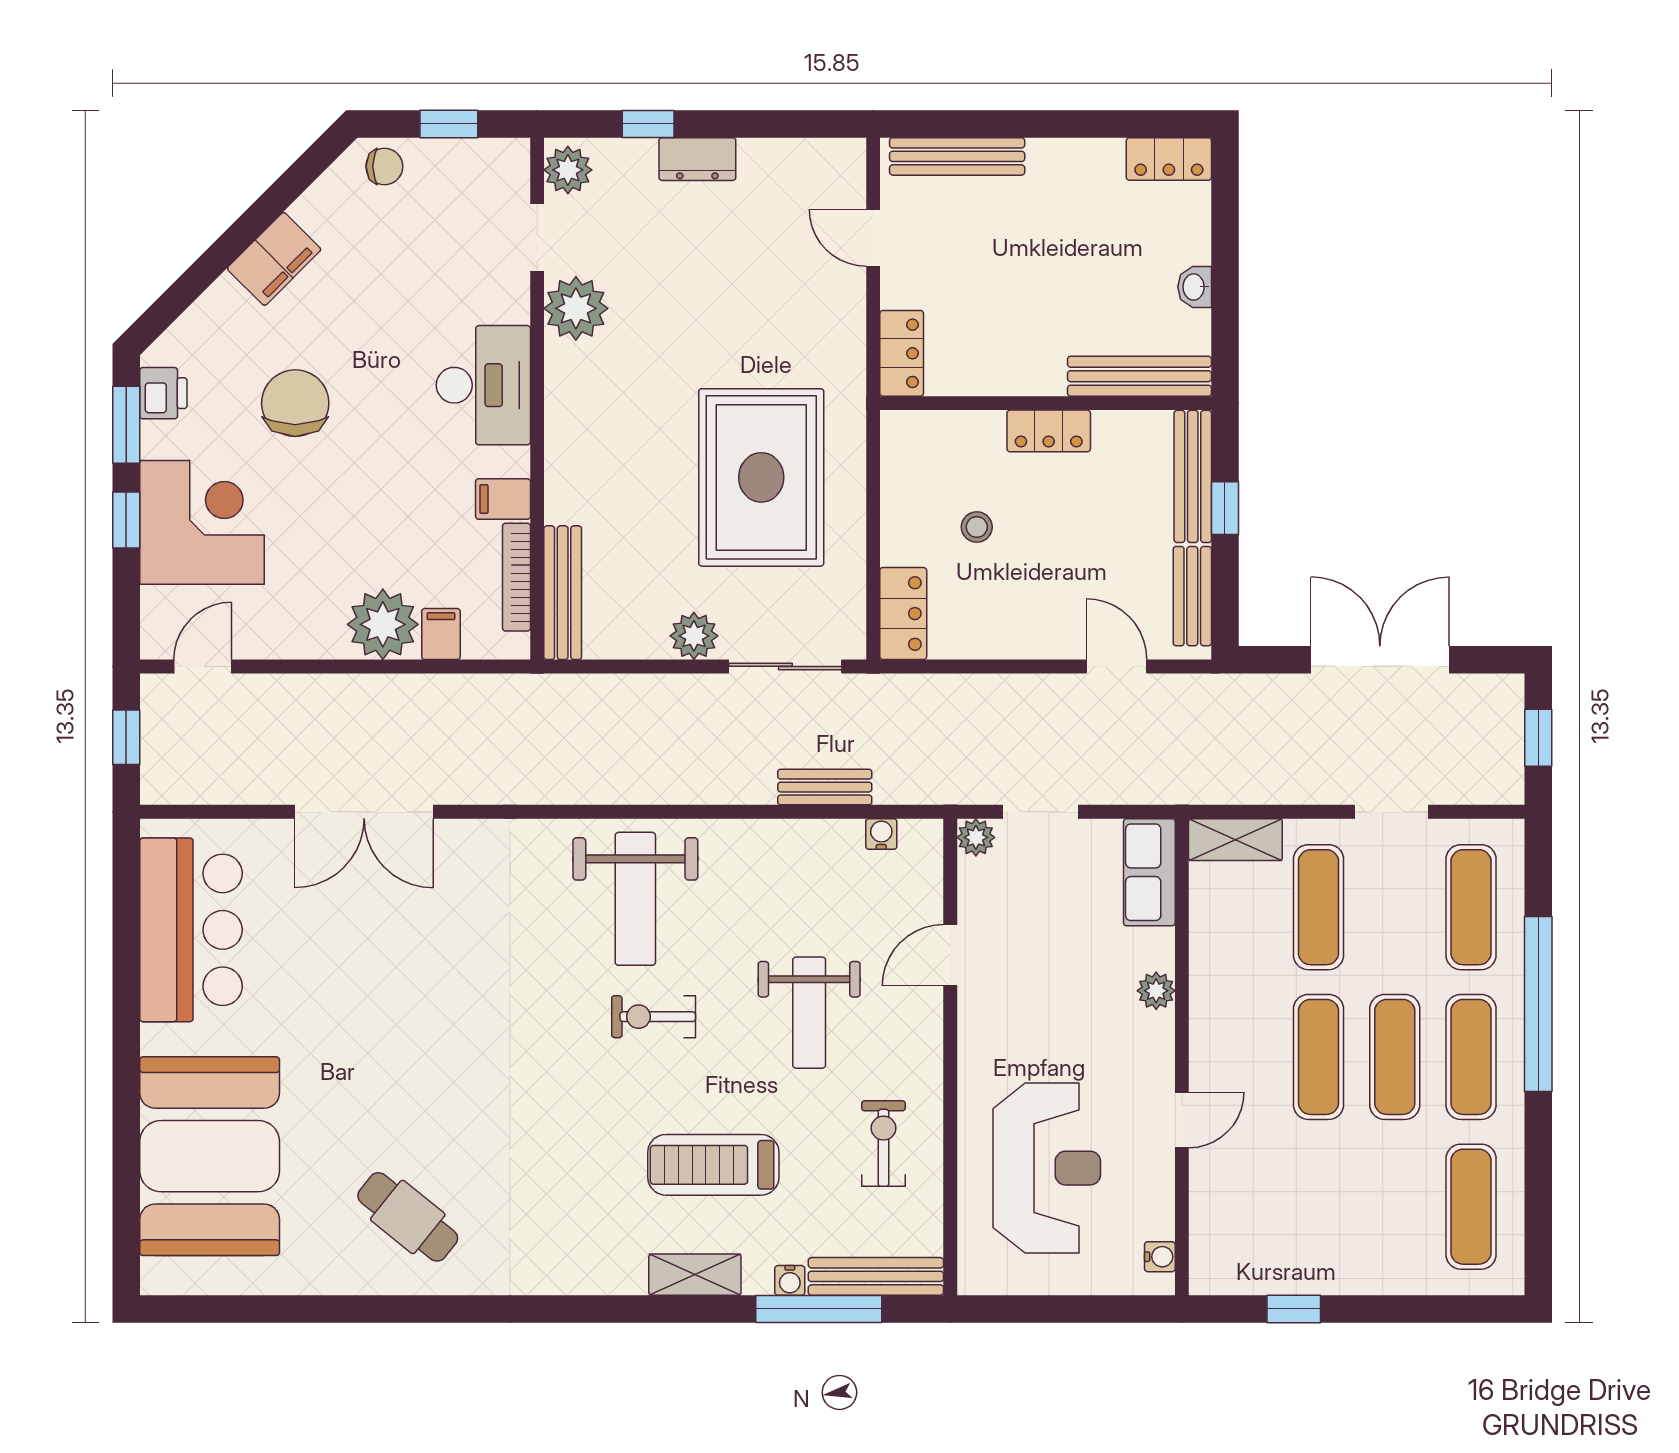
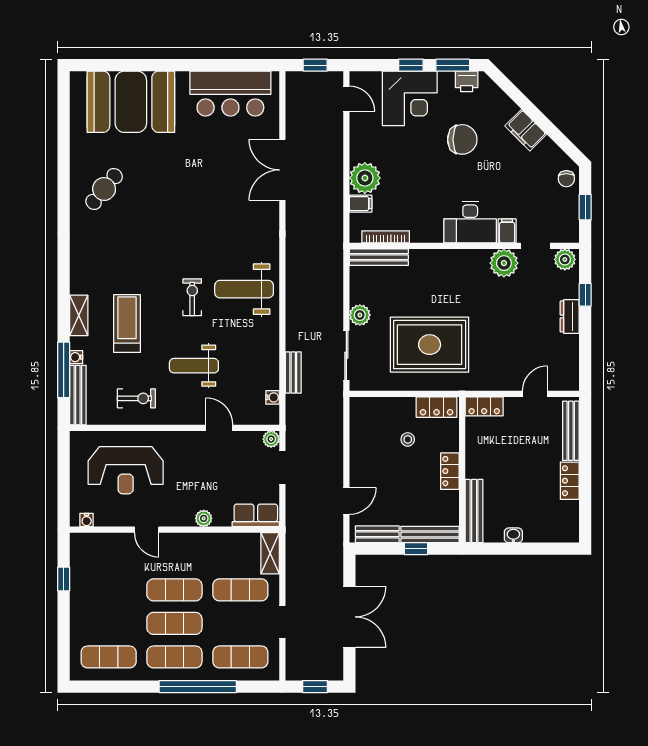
locker: (1169, 159) -> (570, 481), moved
filing cabinet: (503, 499) -> (507, 231), moved
locker: (903, 614) -> (437, 407), moved

